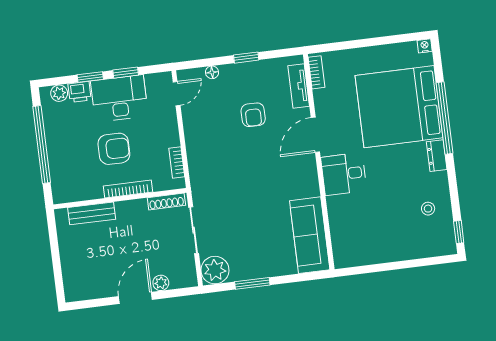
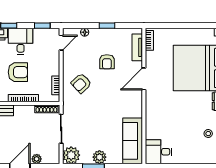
window: (126, 73) -> (42, 26), moved
desk: (119, 98) -> (21, 41), width x0.73
armchair: (217, 154) -> (81, 83), added
desk: (344, 174) -> (159, 152), moved
plant: (260, 268) -> (99, 157), added

